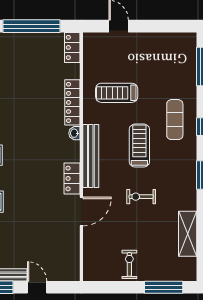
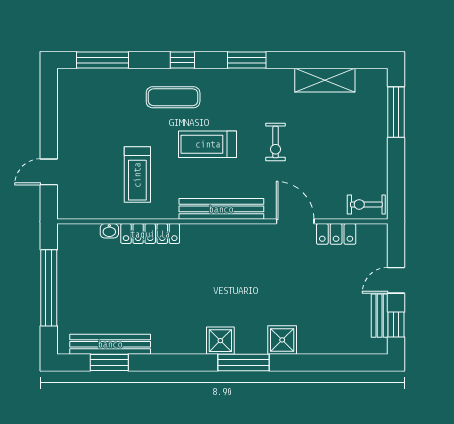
locker: (72, 47) -> (77, 234), removed
washbasin: (74, 133) -> (109, 231), moved
locker: (72, 178) -> (336, 234), moved
exercise bike: (129, 264) -> (366, 204), moved

